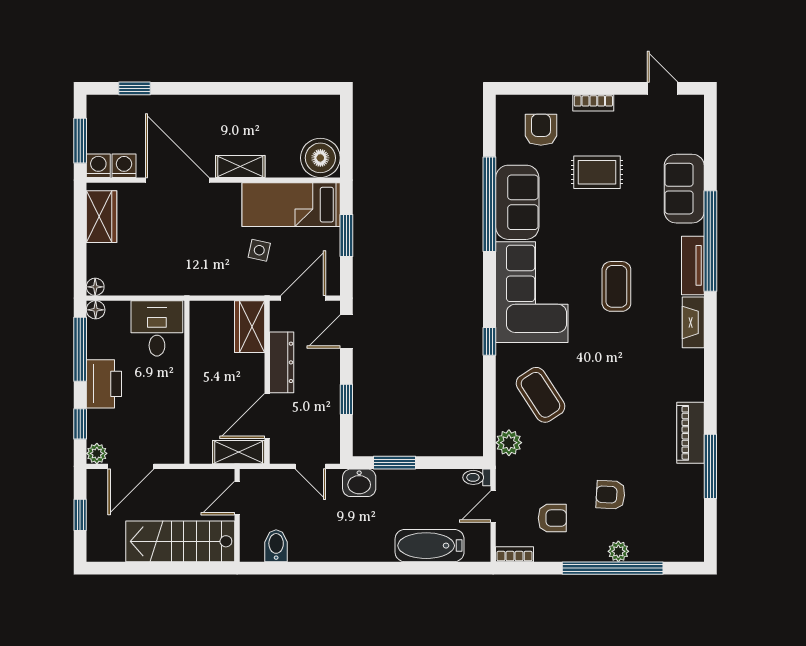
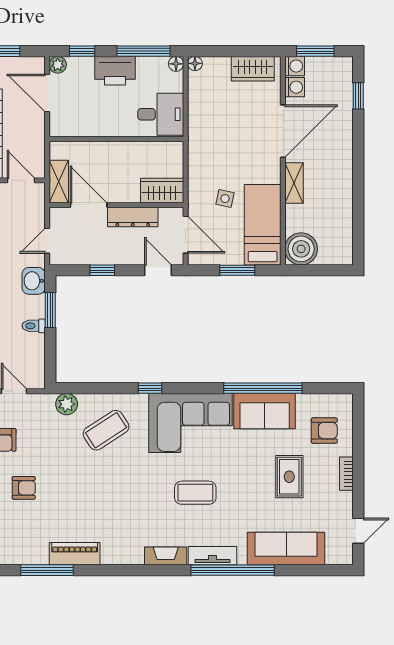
sofa: (684, 189) -> (286, 549), width x1.36
toilet: (477, 477) -> (34, 326), moved, turned -90
armchair: (611, 495) -> (24, 488), turned 87

